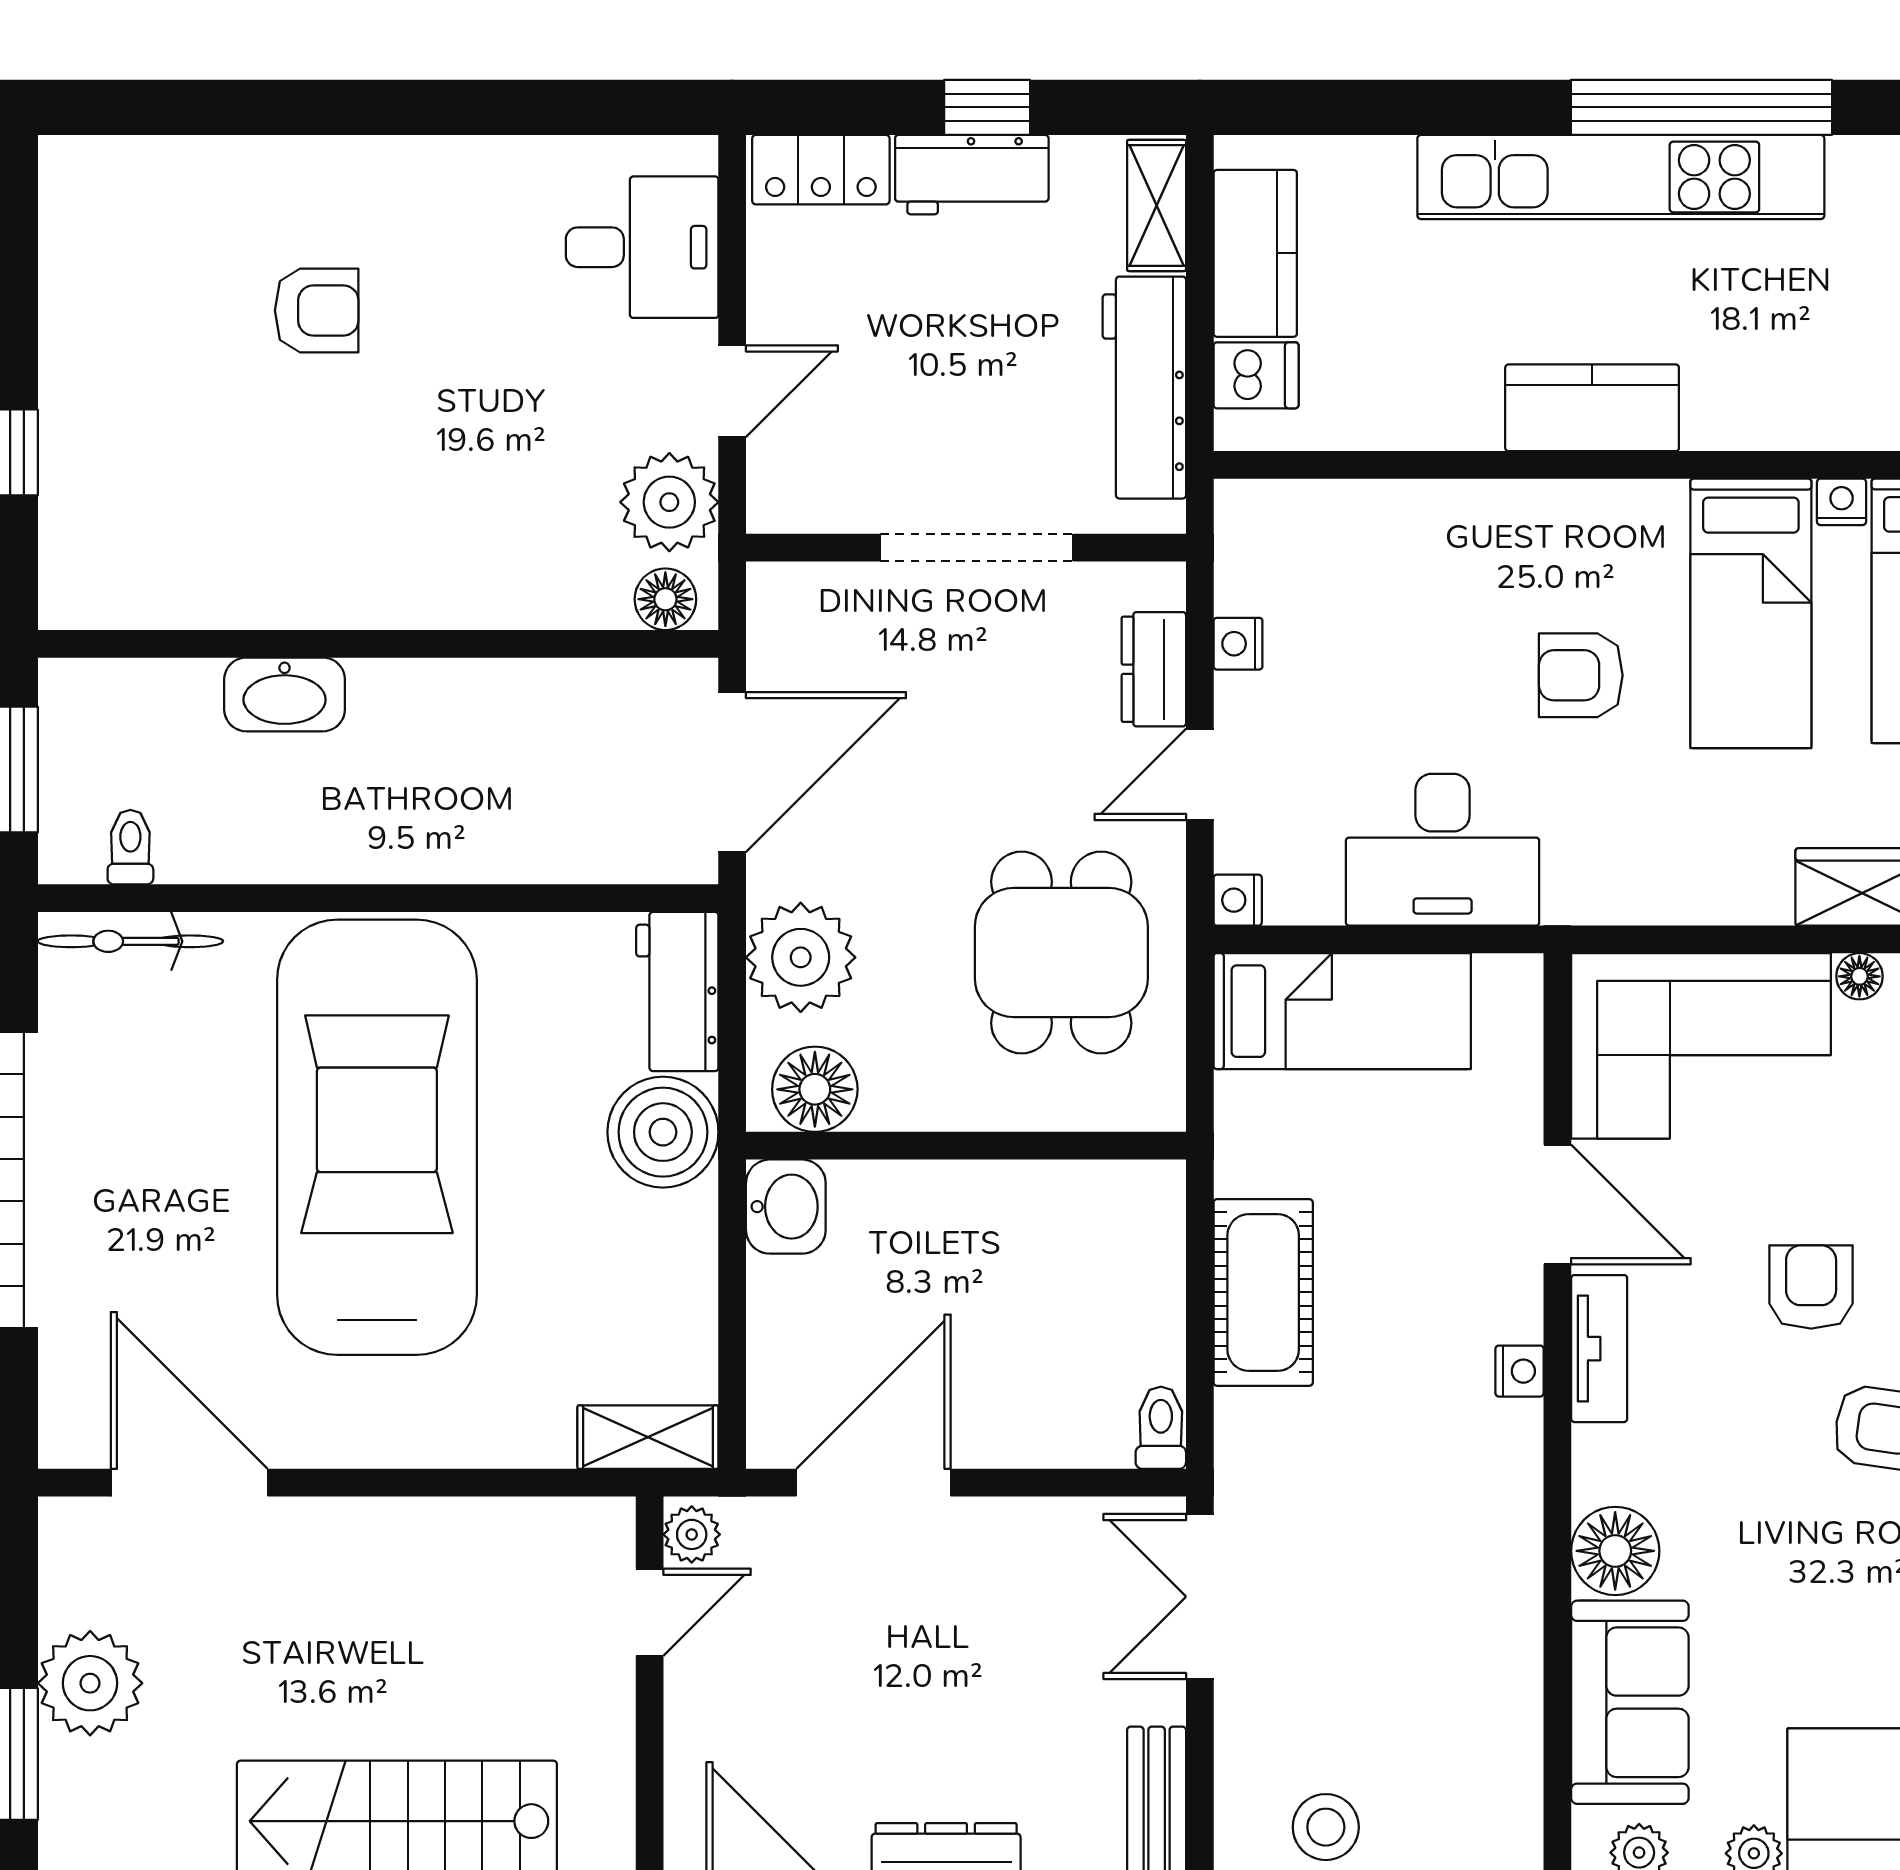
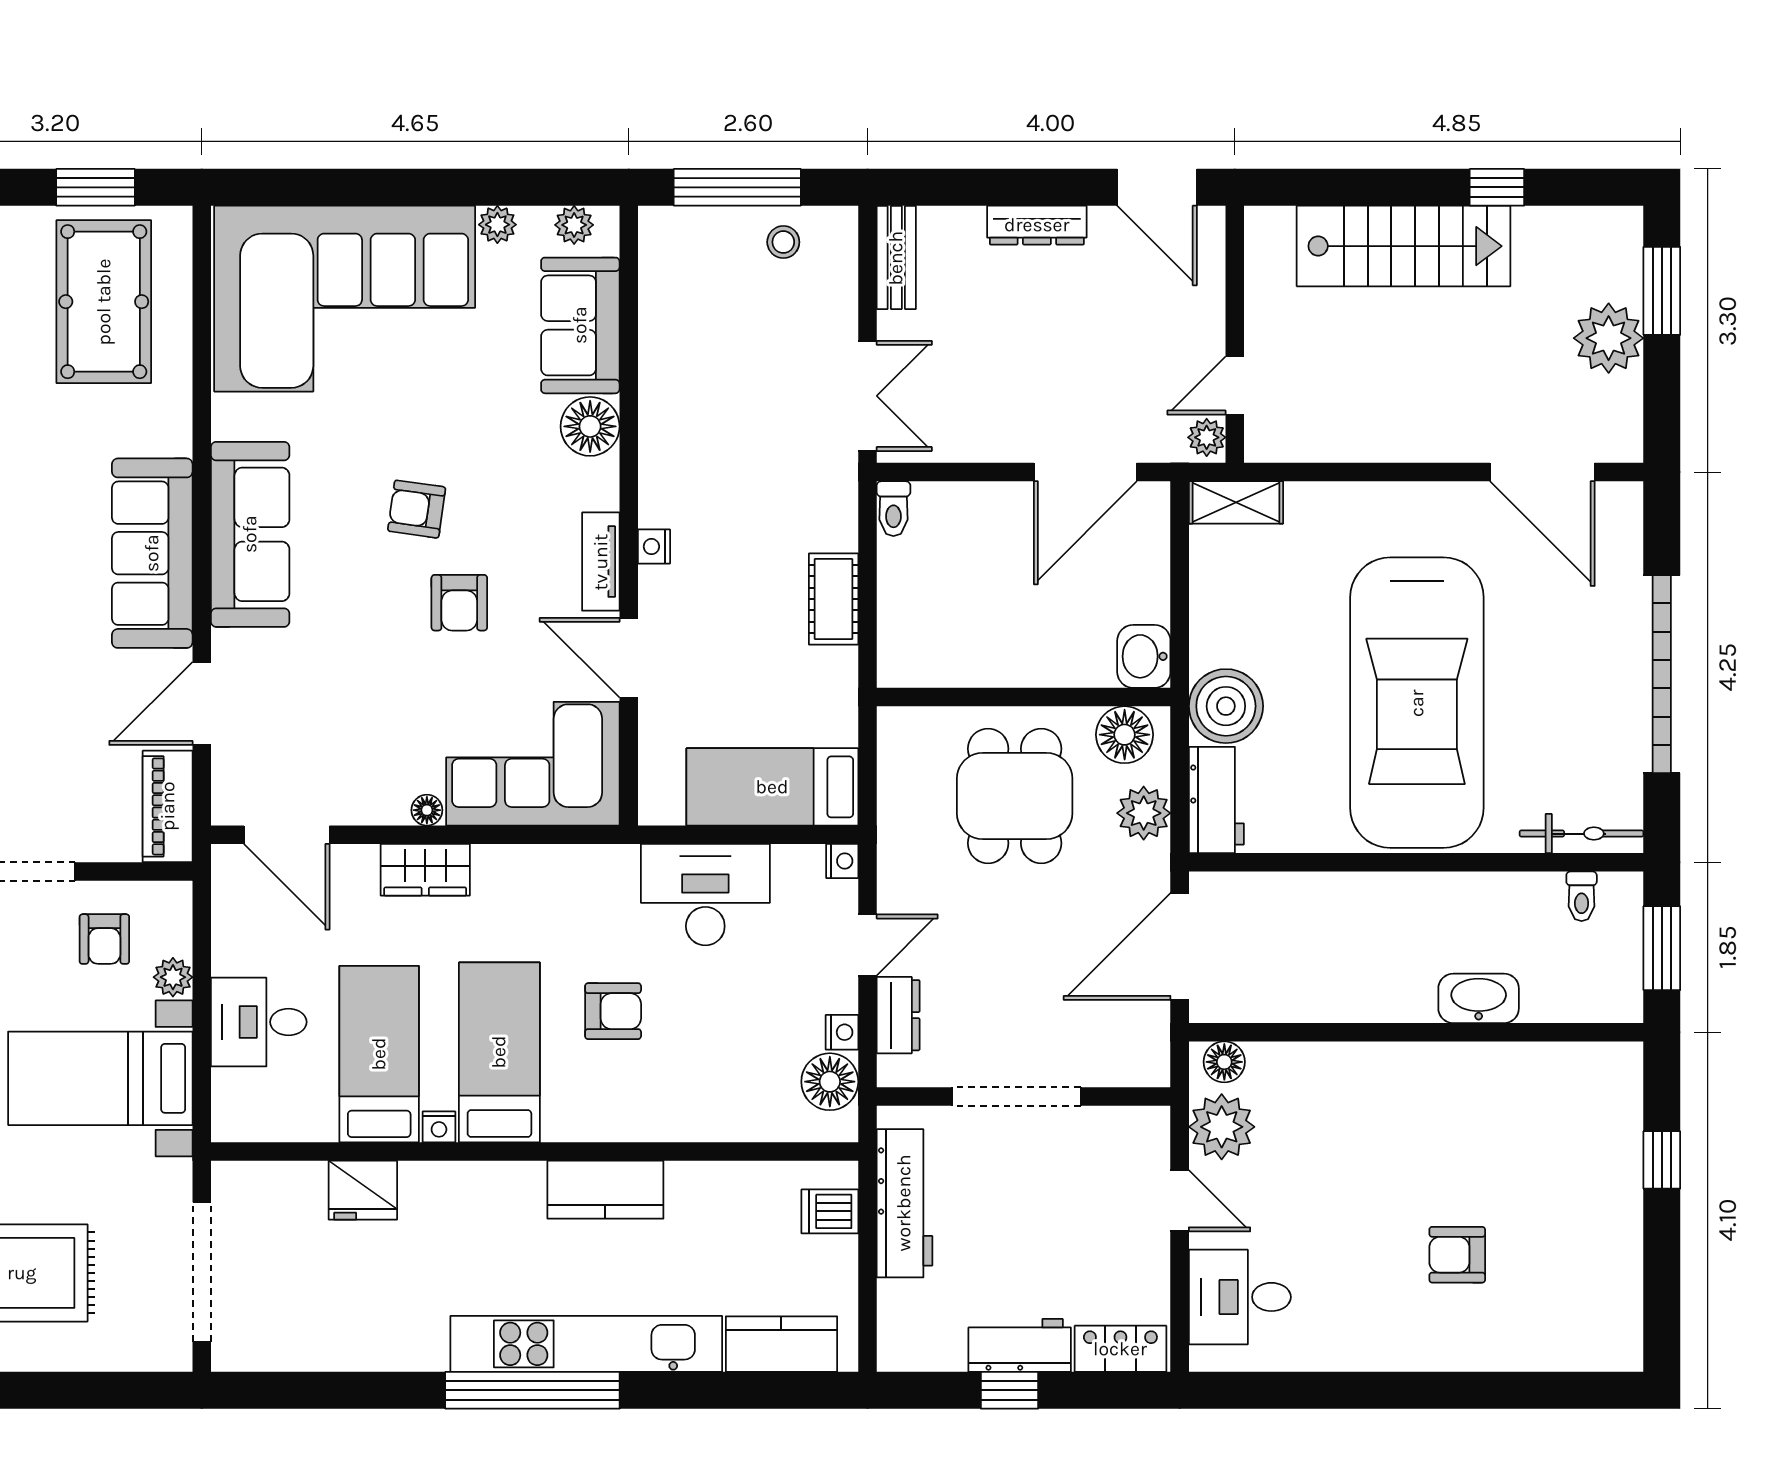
shelving: (1157, 205) -> (896, 1325), removed
kitchen counter: (1255, 253) -> (781, 1344), moved, turned 90
door: (732, 391) -> (1180, 1201), swing flipped
floor lamp: (1256, 570) -> (830, 1082), added
dining table: (1061, 953) -> (1015, 796), moved
plant: (801, 957) -> (1144, 813), width x0.73, depth x0.73
cot: (1263, 1292) -> (834, 599), width x0.73, depth x0.75
stool: (1326, 1827) -> (783, 242), width x0.73, depth x0.73

